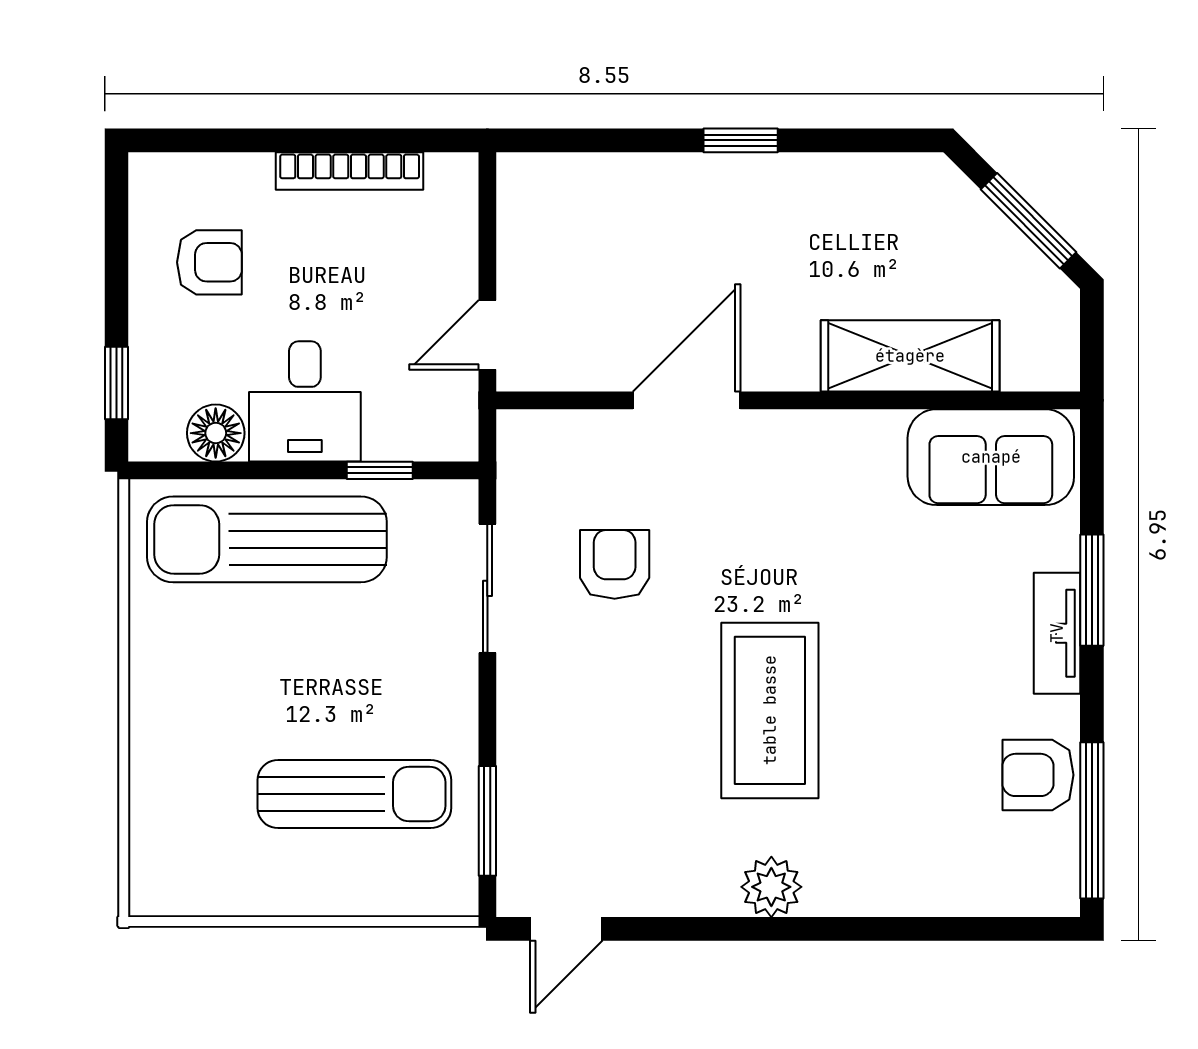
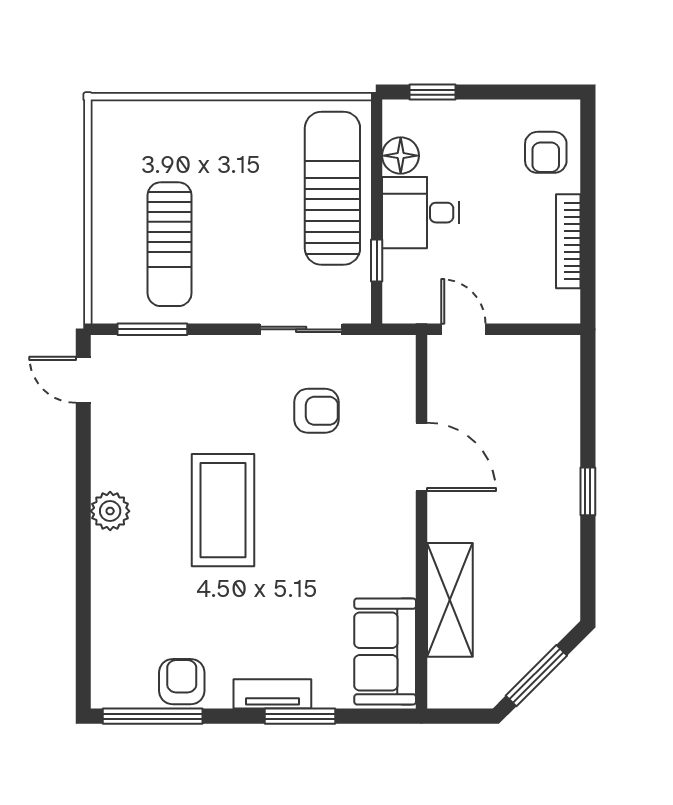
armchair: (209, 262) -> (546, 152), moved
coffee table: (770, 710) -> (223, 510), turned 90

